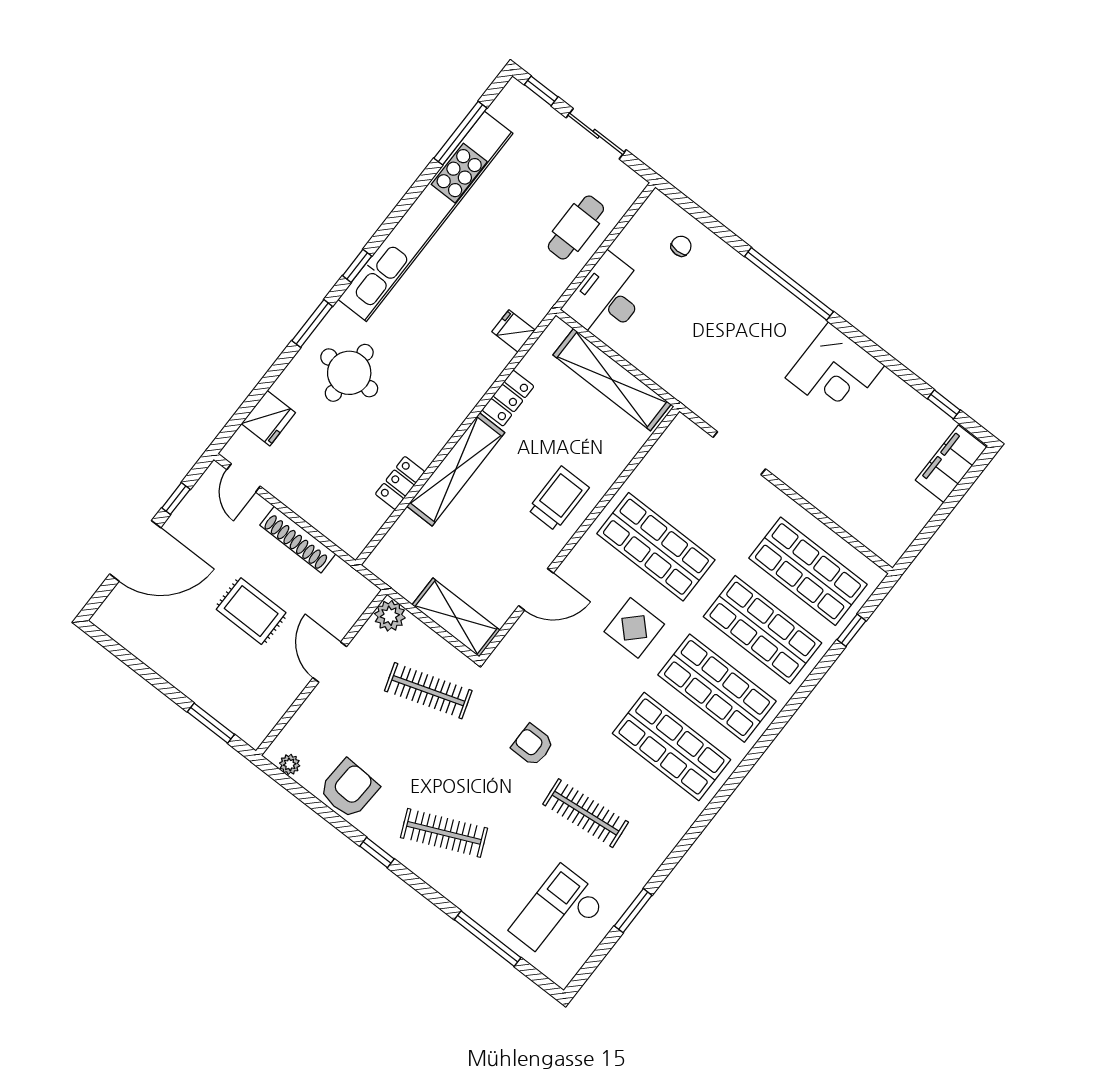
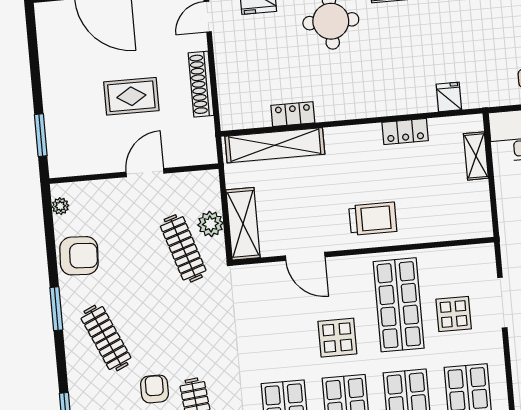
shelving: (612, 380) -> (476, 156), width x0.45, depth x0.75
shelving: (456, 469) -> (275, 145), moved
display table: (709, 506) -> (454, 314), added
rug: (251, 611) -> (131, 96), turned 90
plant: (390, 616) -> (210, 224), moved
armchair: (533, 745) -> (155, 389), moved
window: (377, 853) -> (56, 309), width x1.50

